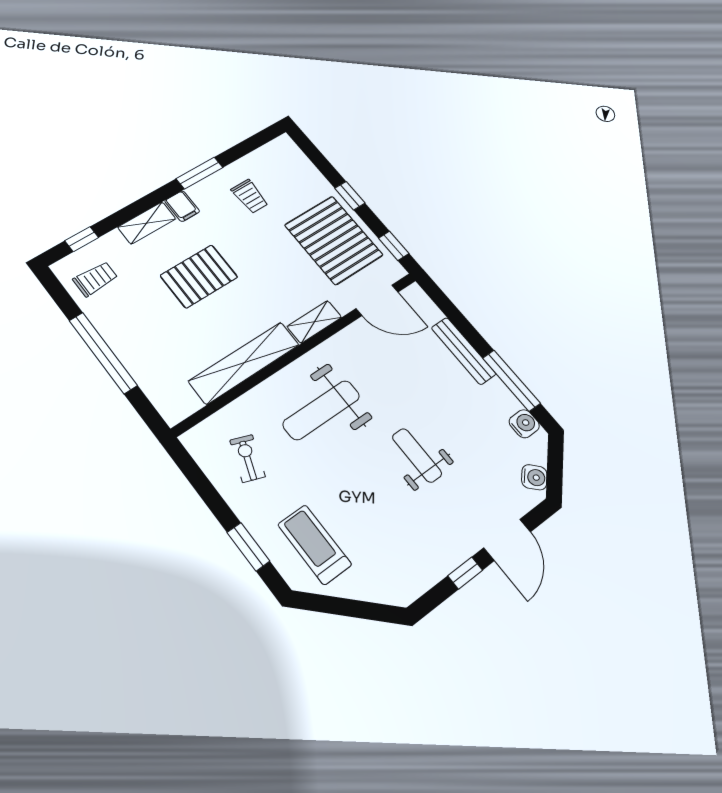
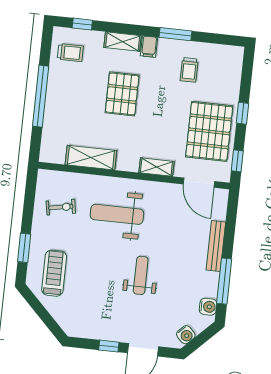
pallet: (199, 276) -> (122, 94), turned 90
shelving: (244, 363) -> (91, 158), width x0.68
exercise bike: (247, 458) -> (61, 207), turned 60

